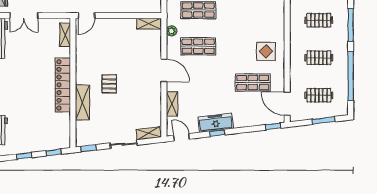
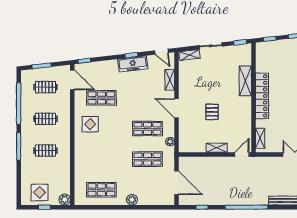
shelving: (149, 24) -> (217, 148), moved
pallet: (109, 84) -> (212, 112), moved

